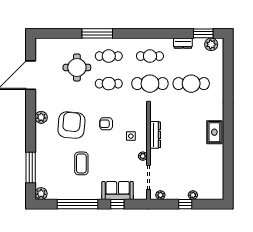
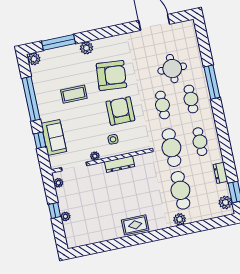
plant: (218, 90) -> (180, 219), added
plant: (41, 117) -> (87, 48), moved
armchair: (106, 124) -> (120, 111), width x1.88, depth x1.88

